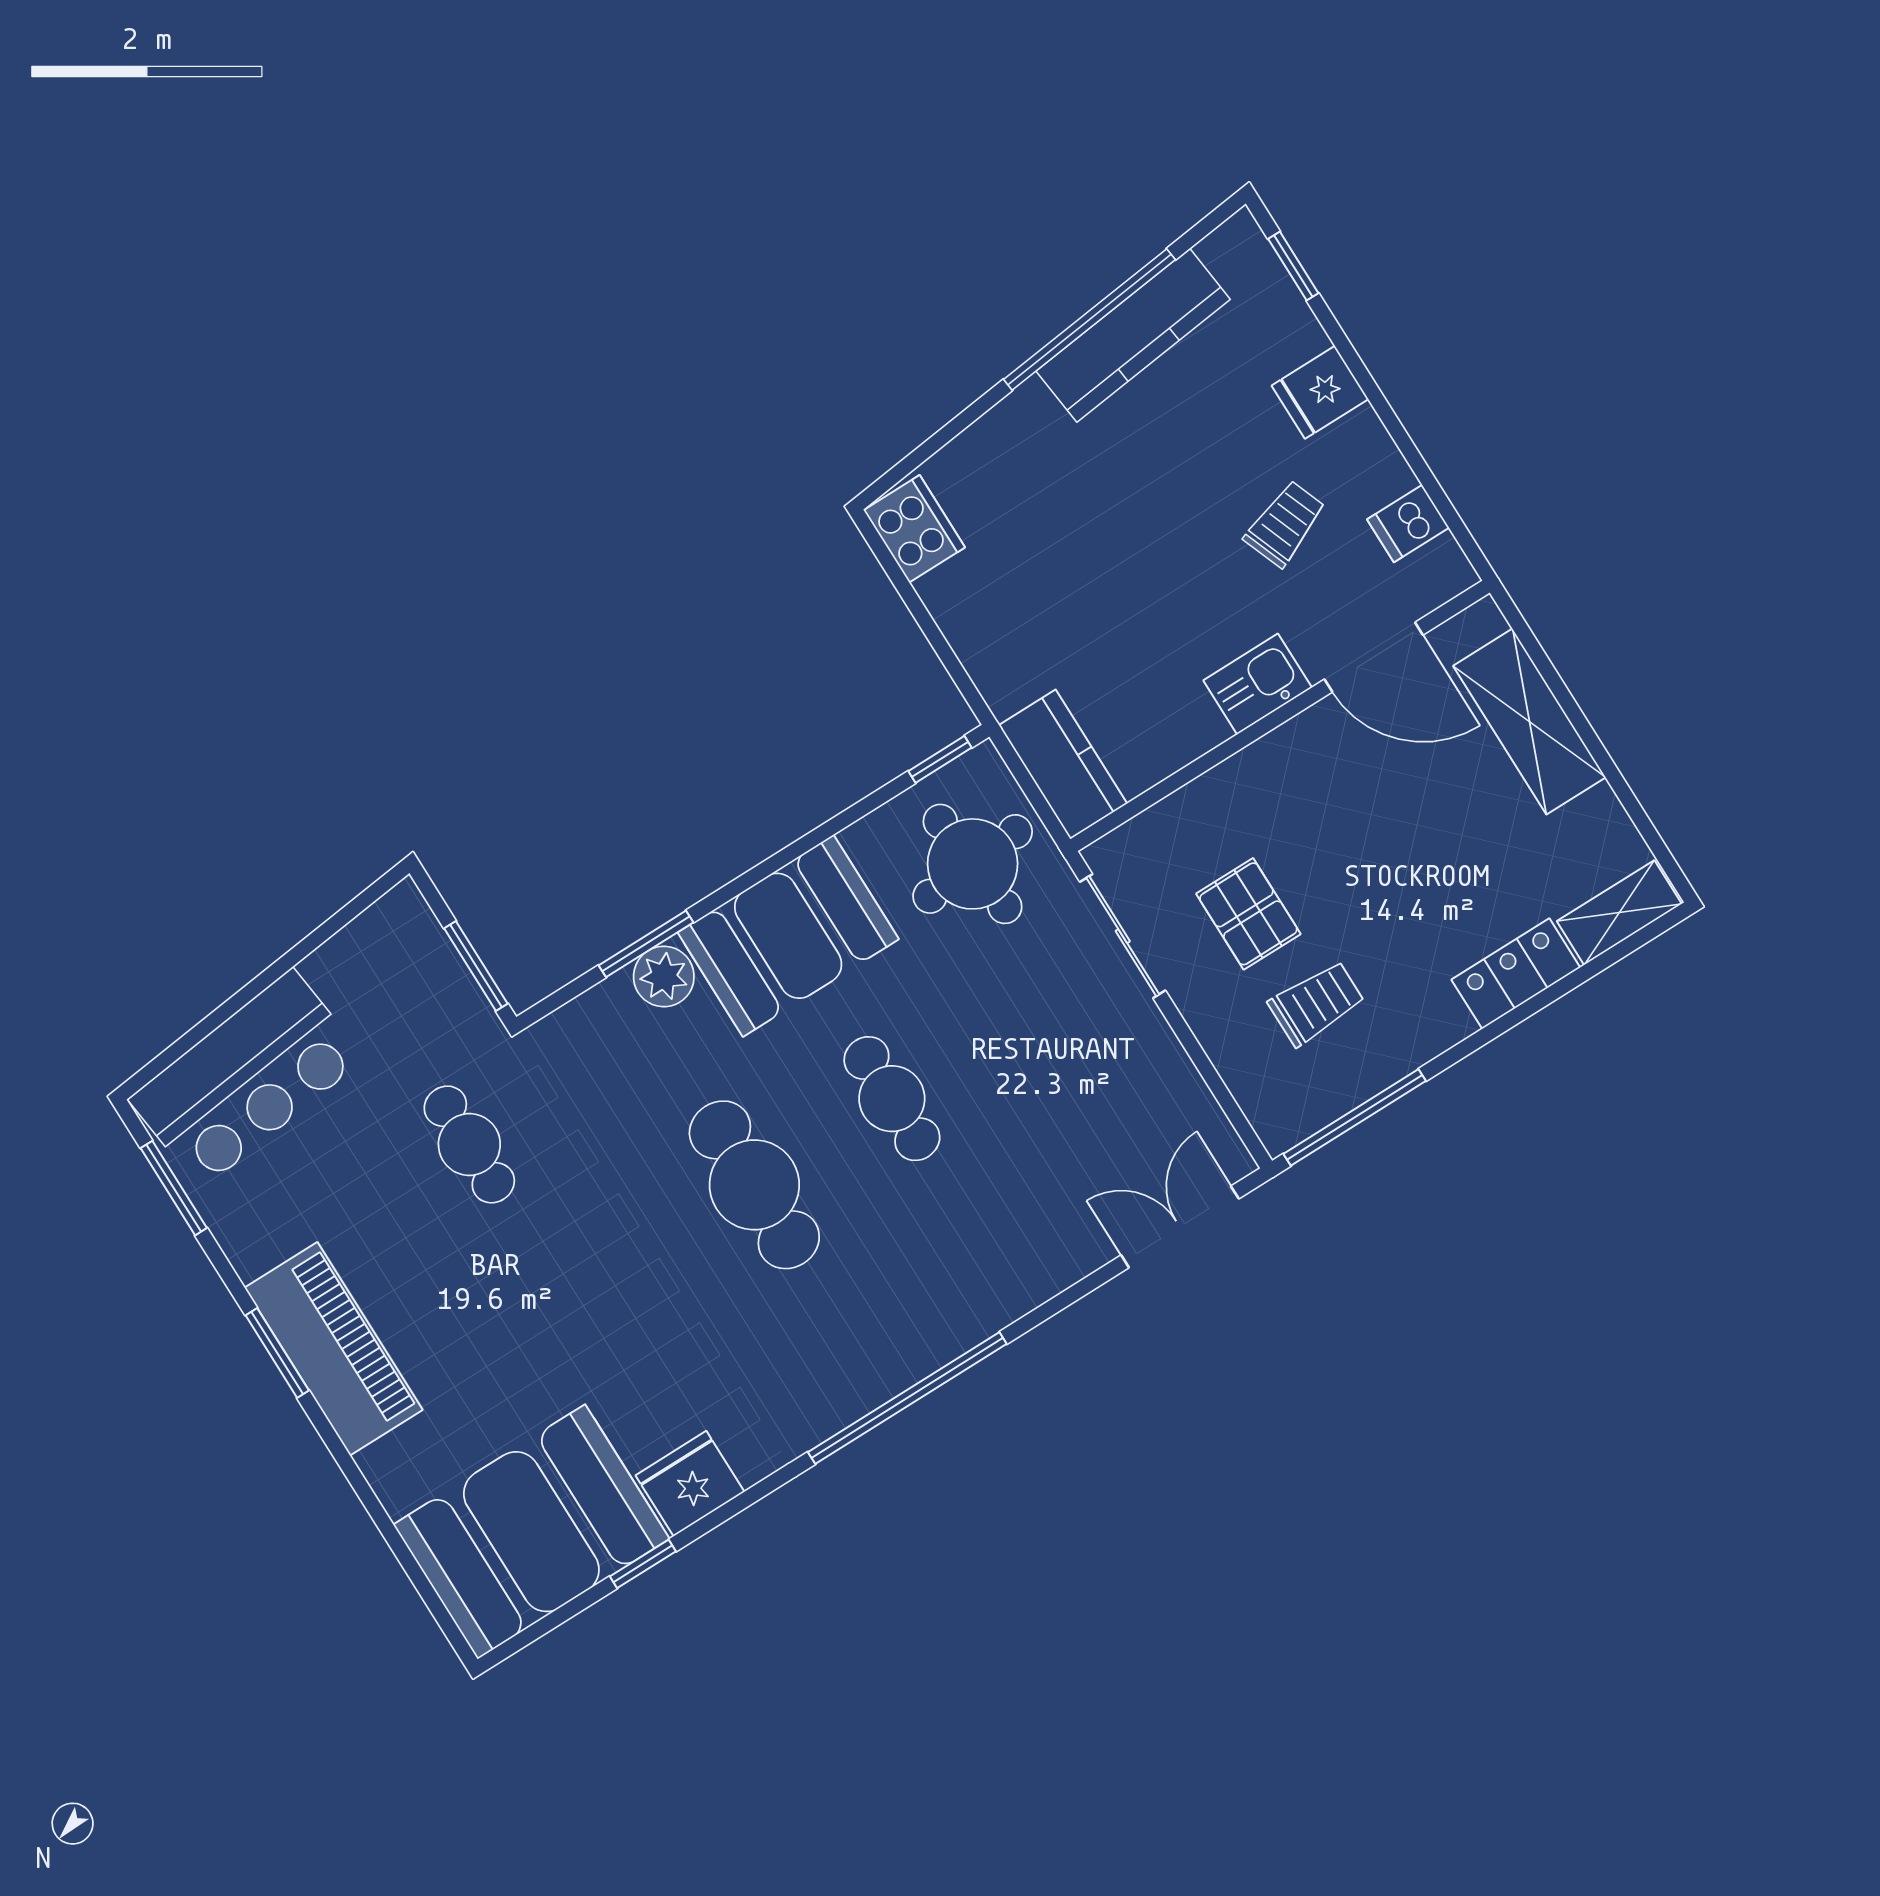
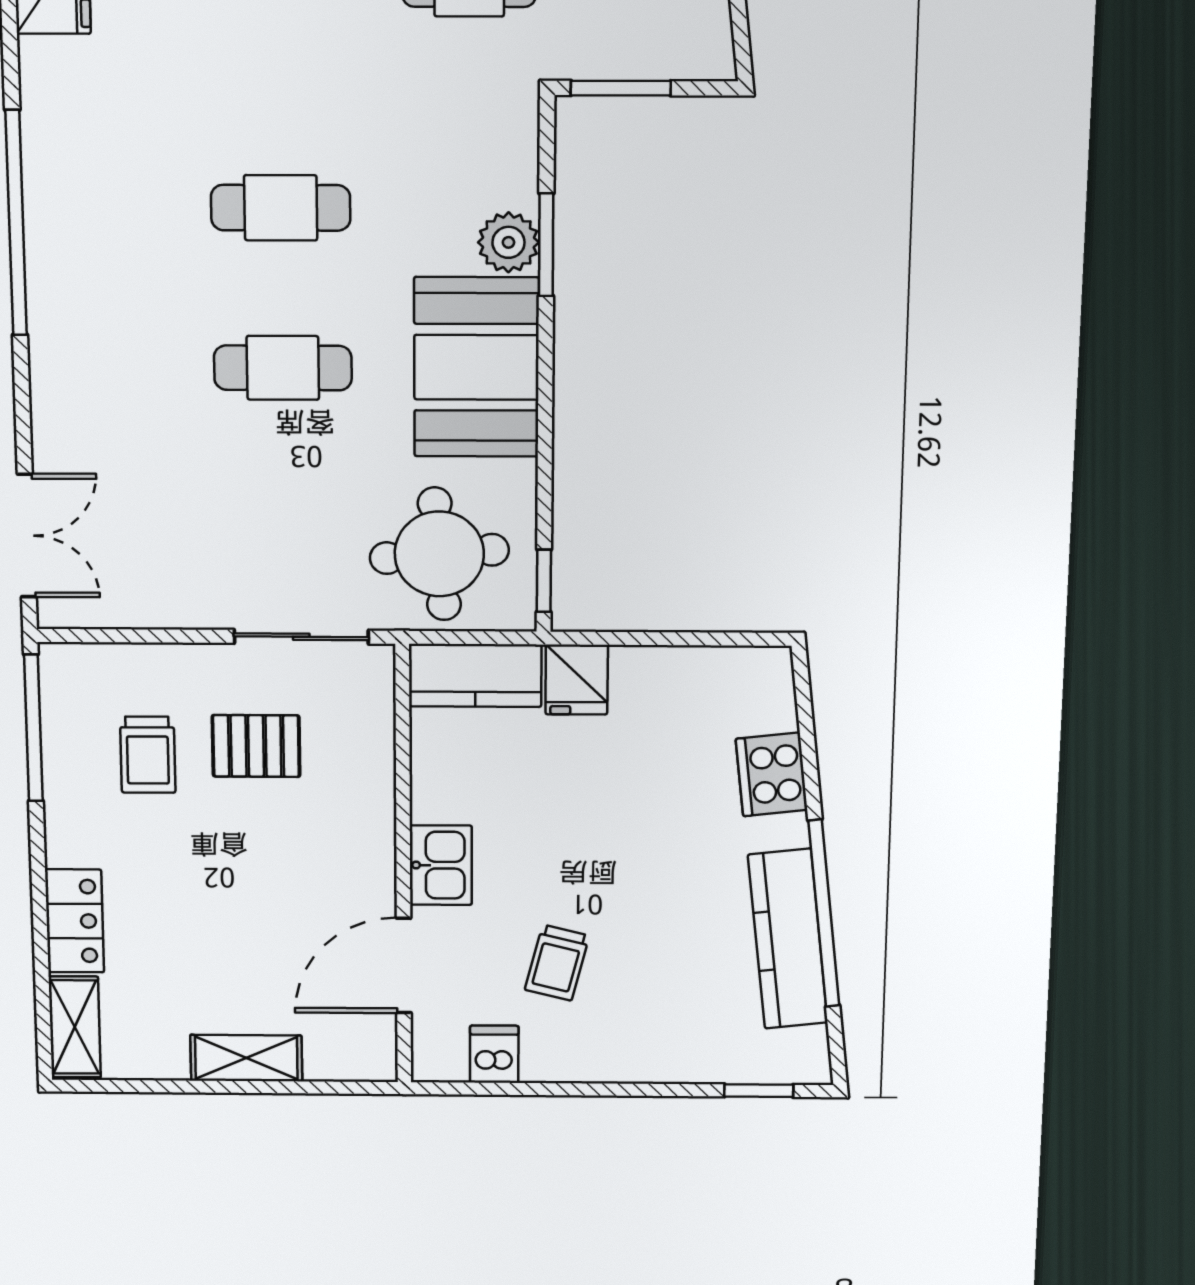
fridge: (1320, 392) -> (577, 680), moved, turned 180
trolley: (1285, 524) -> (557, 963), turned 35
cooker: (914, 529) -> (772, 774), moved, turned 83
shelving: (1529, 722) -> (246, 1058), width x0.67, depth x0.75
cafe table: (754, 1185) -> (281, 208), width x0.73, depth x0.74

